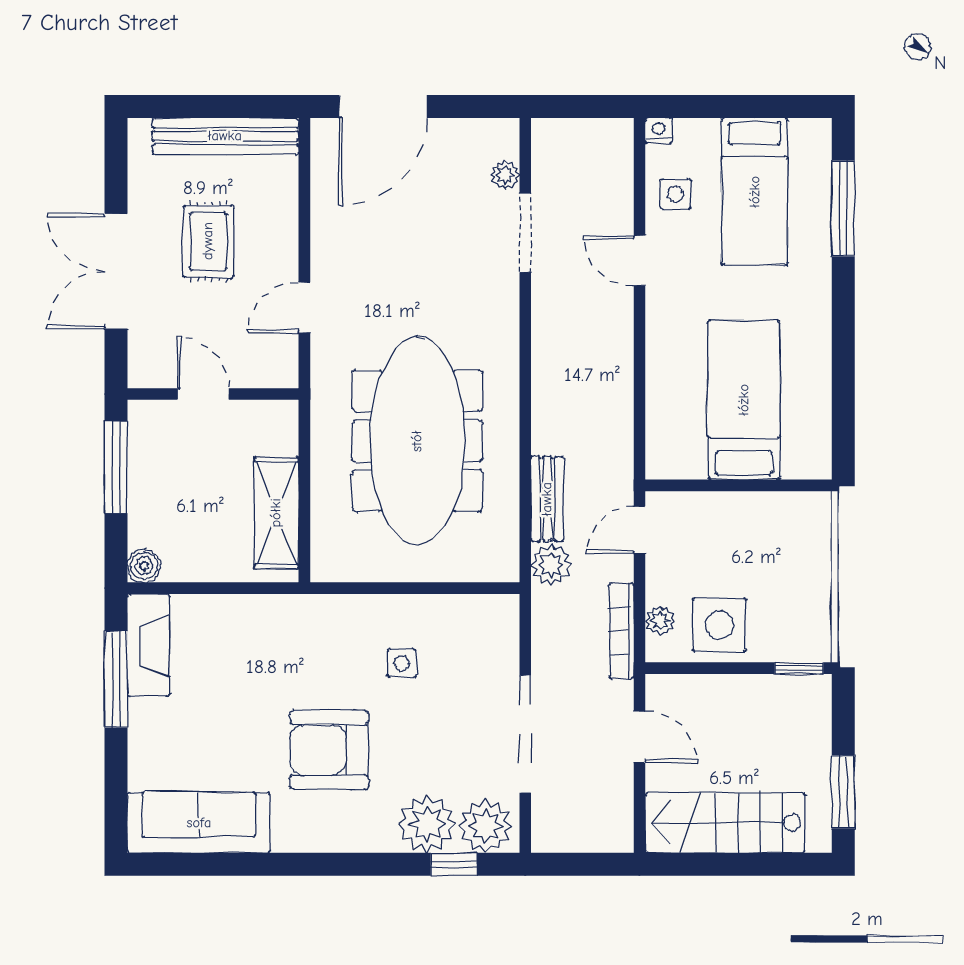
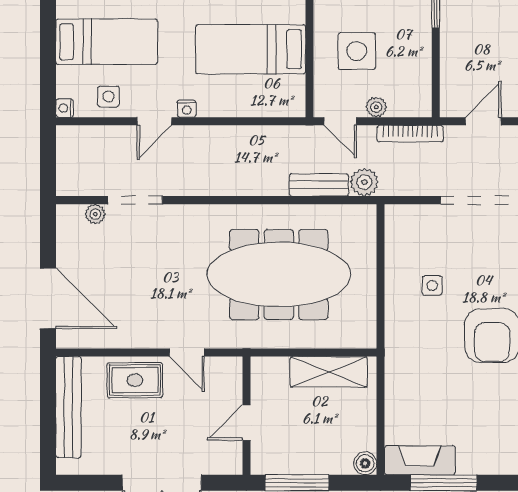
rug: (208, 241) -> (135, 380), moved
nightstand: (658, 307) -> (187, 109), added
plant: (660, 621) -> (376, 107), moved
side table: (719, 625) -> (357, 51), moved

